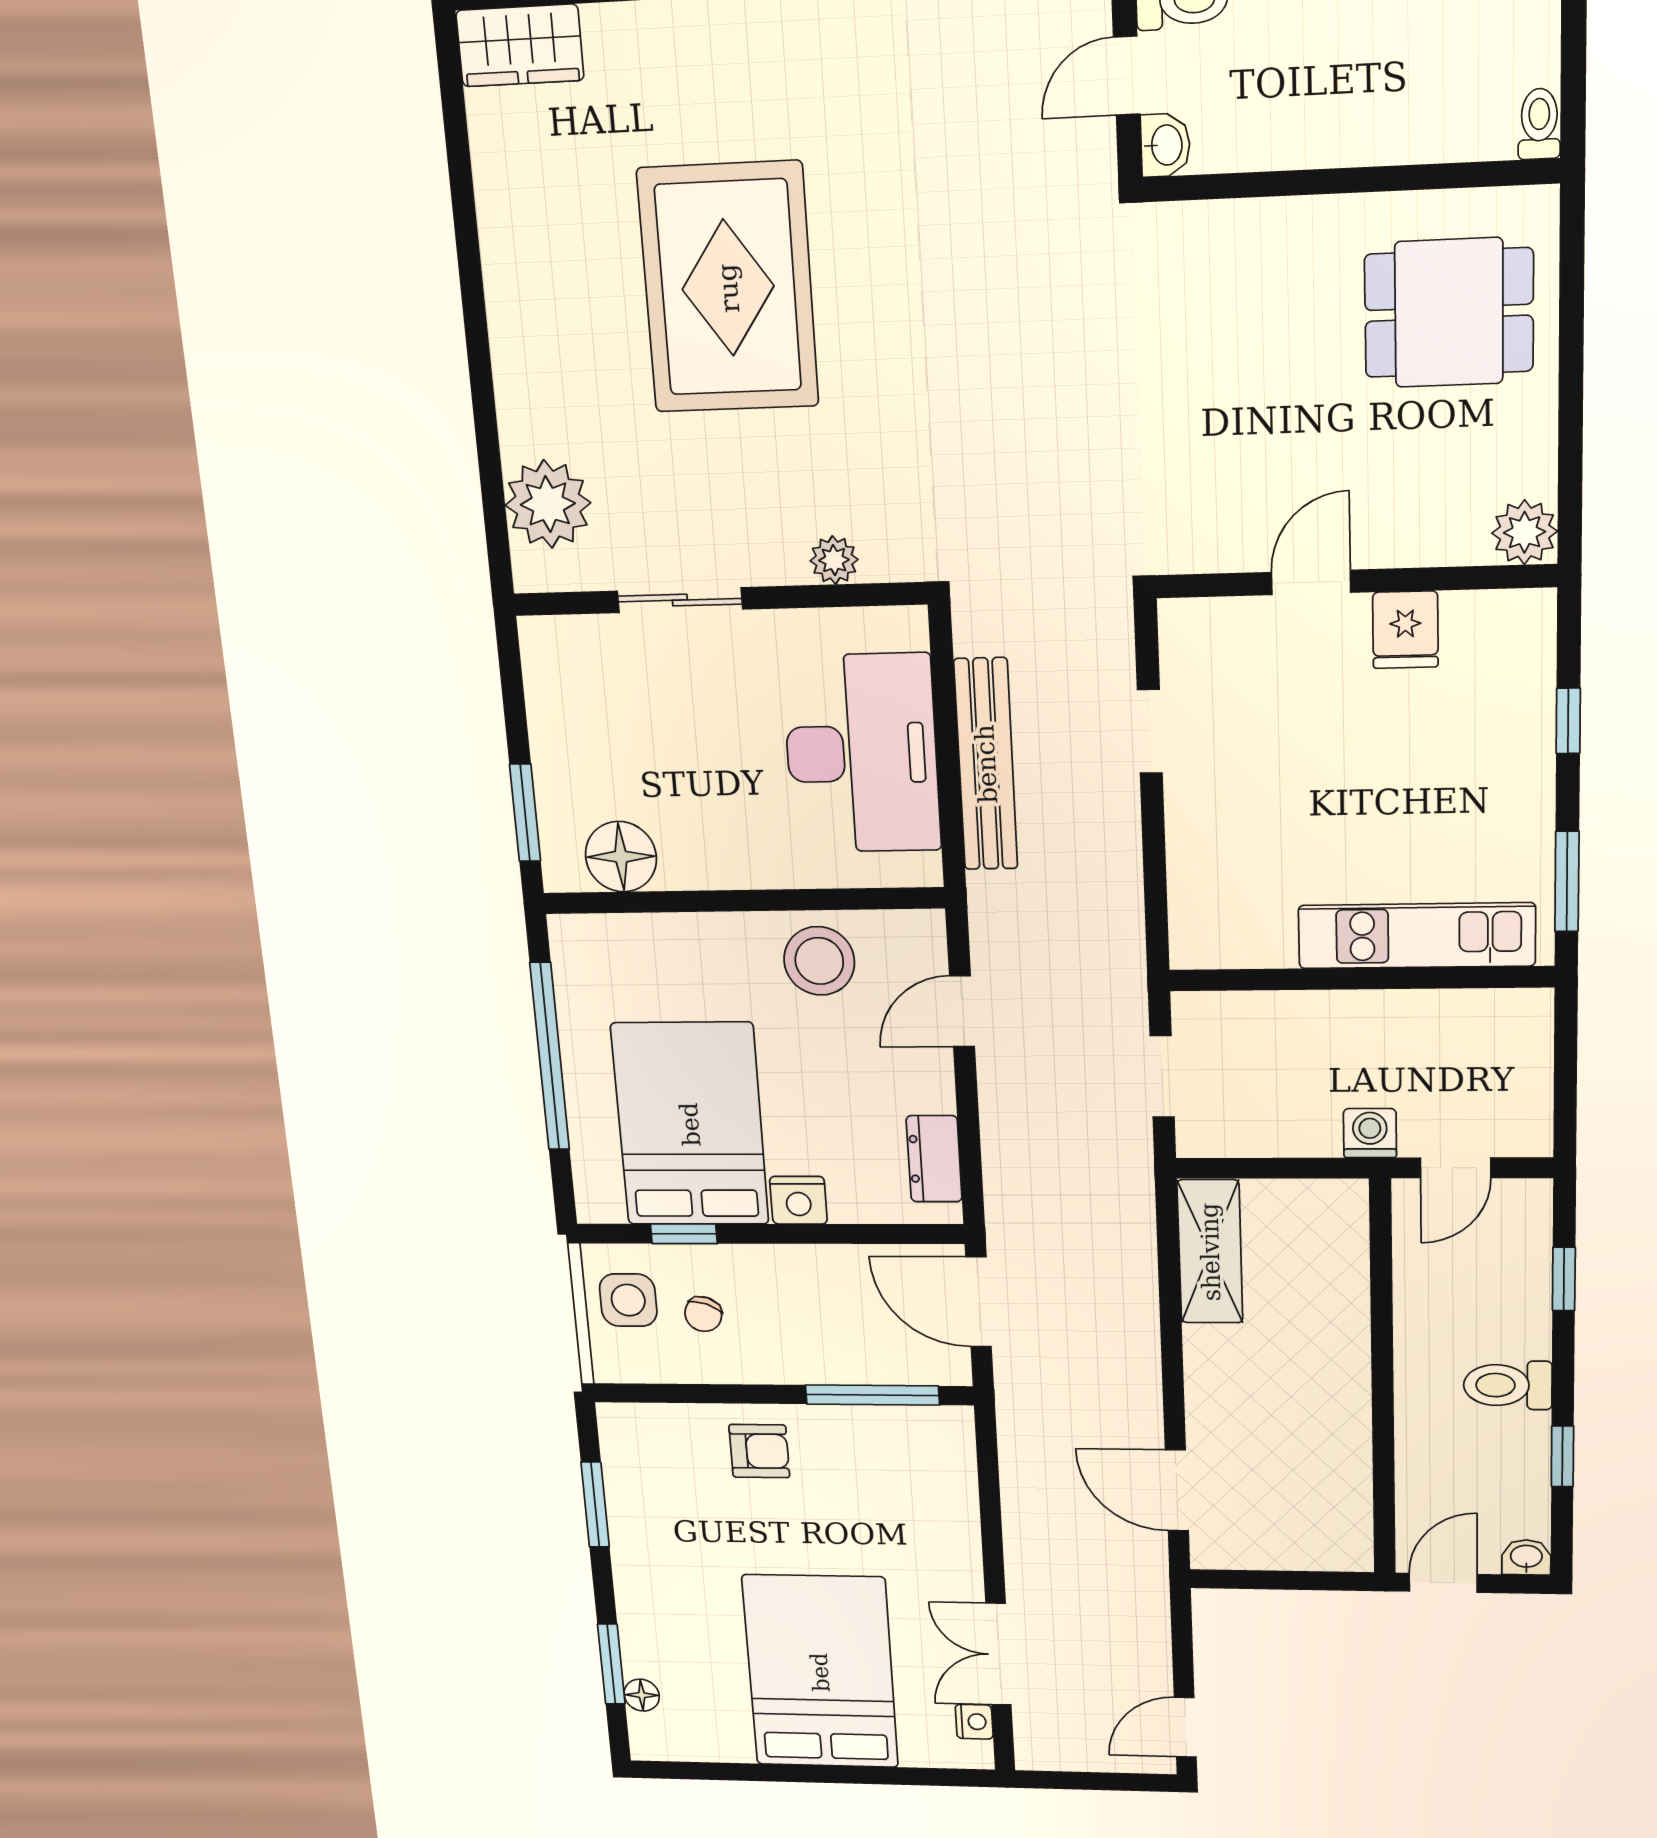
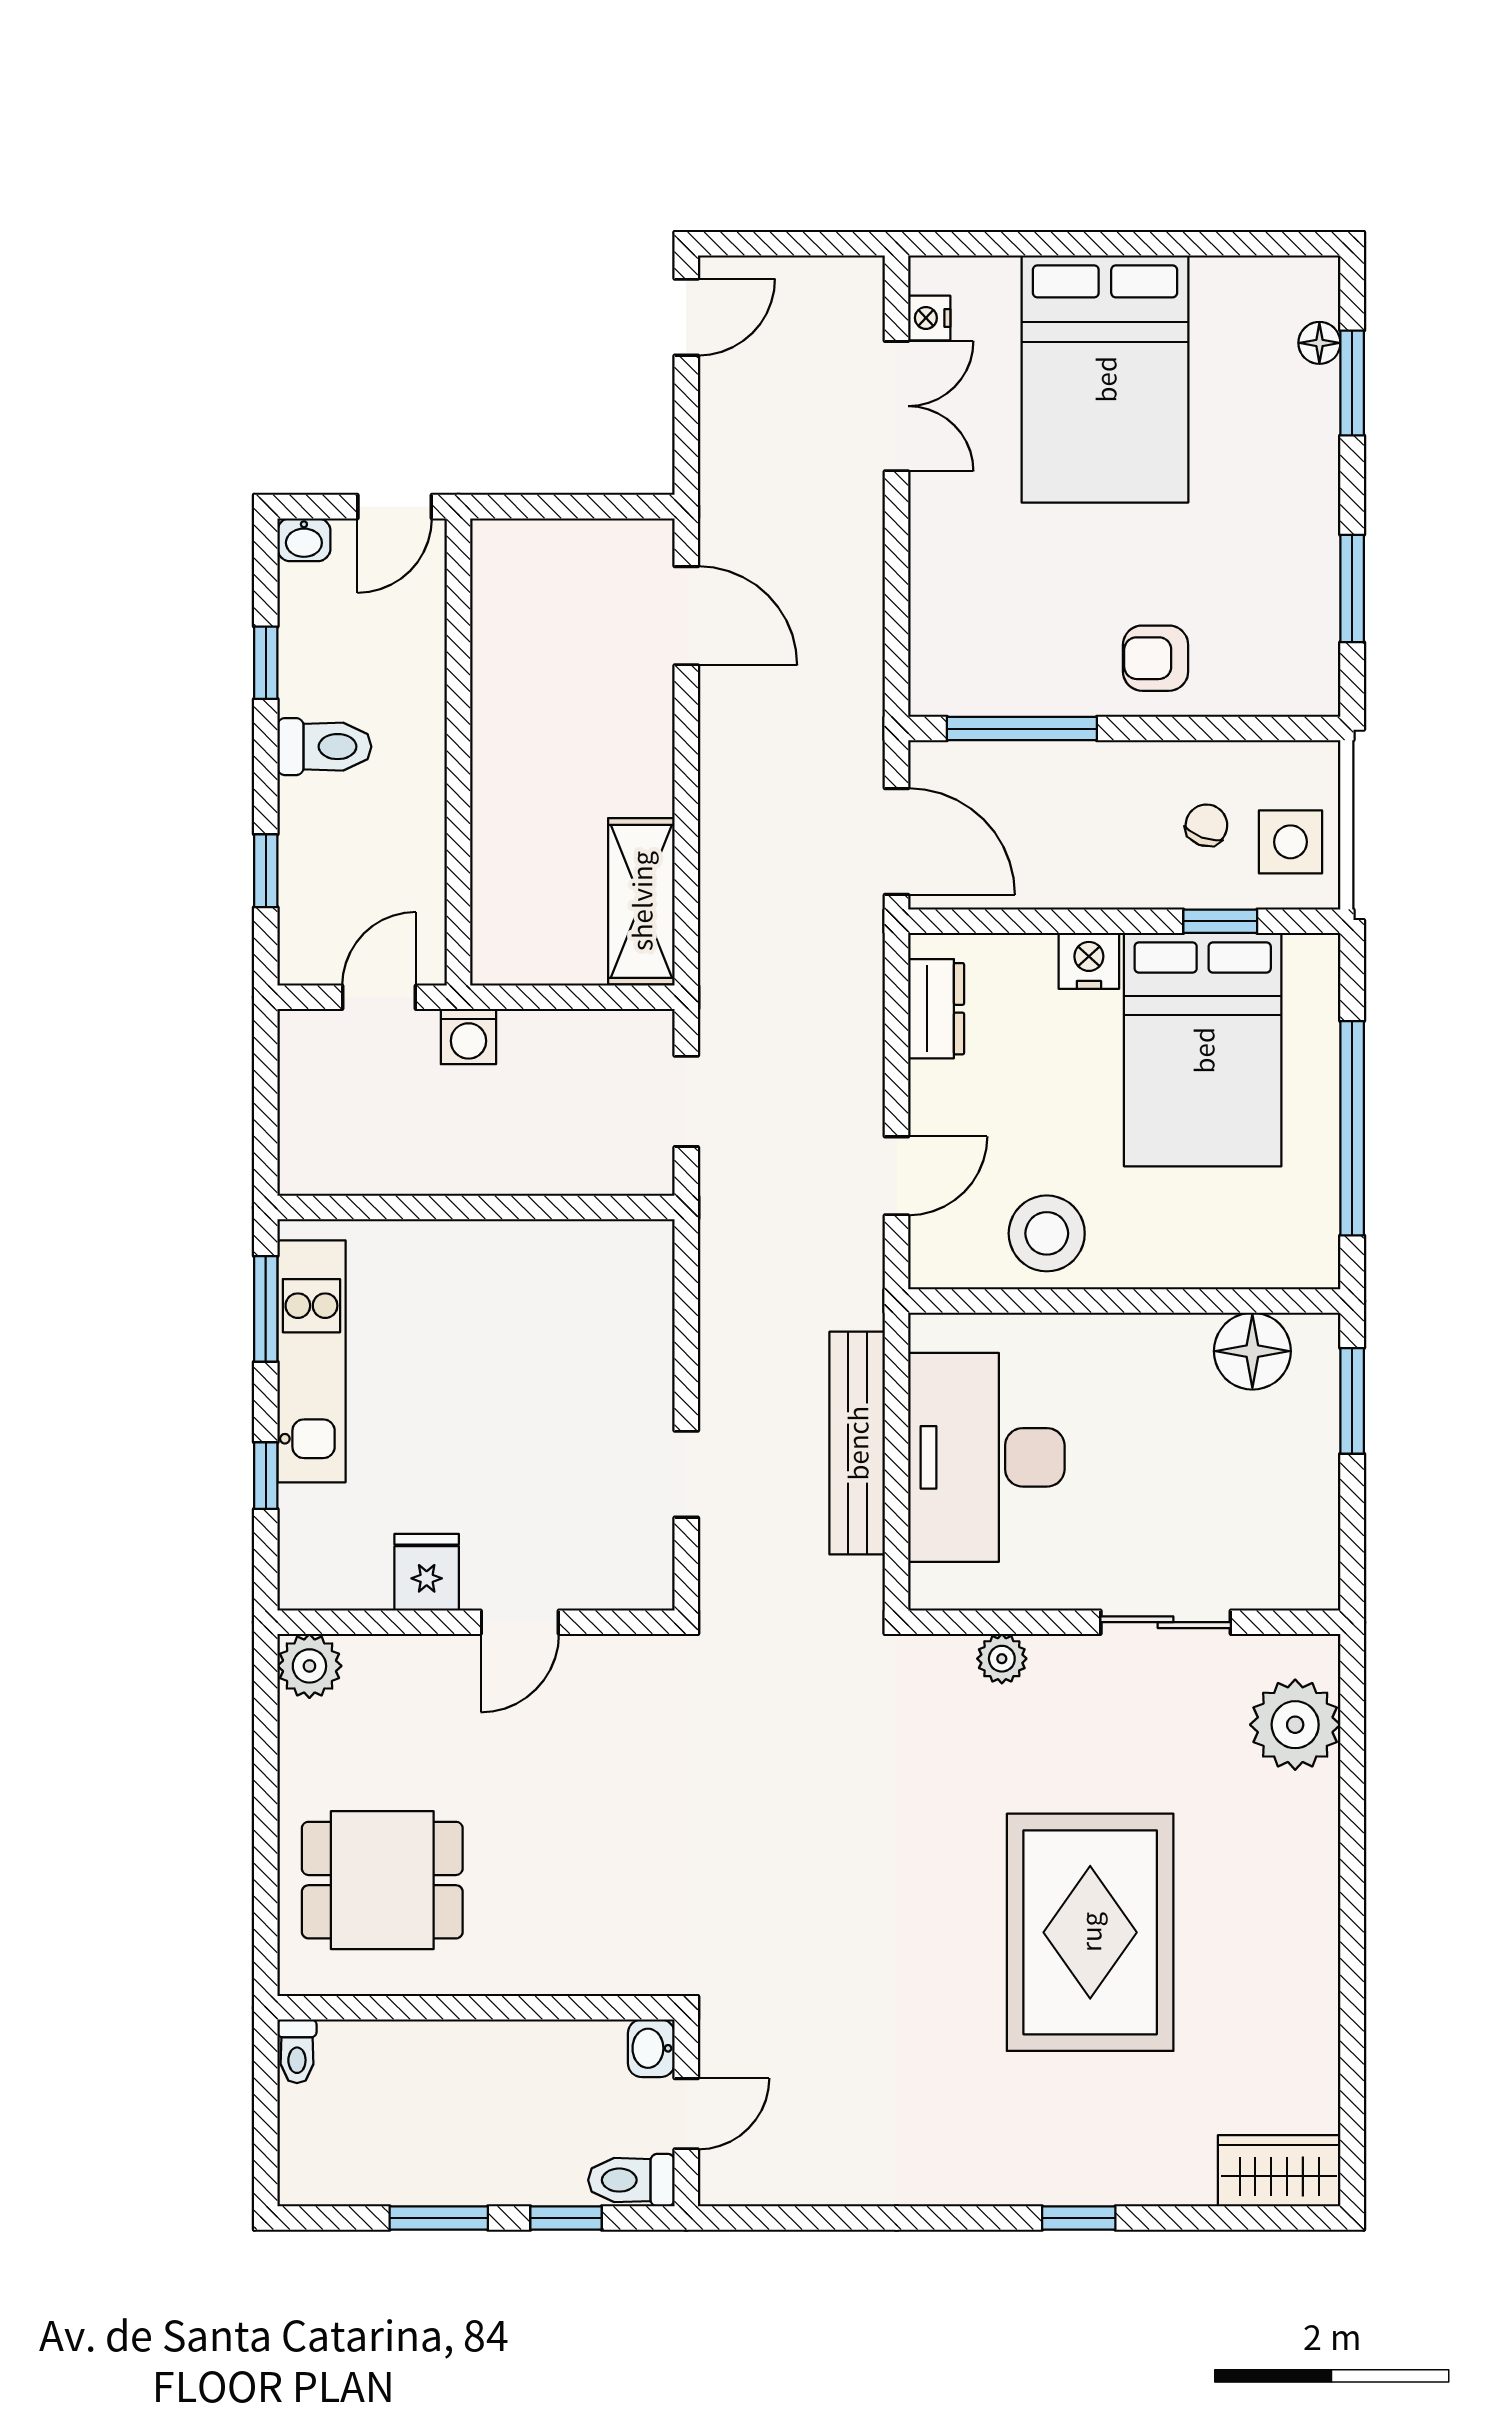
kitchen unit: (1417, 936) -> (311, 1361), moved, turned -90

